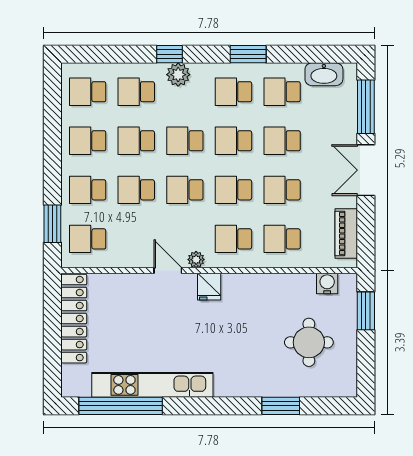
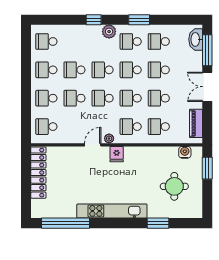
washbasin: (324, 74) -> (196, 39), moved, turned 90
plant: (178, 75) -> (109, 32), moved
school desk: (136, 92) -> (74, 41), removed
window: (52, 224) -> (26, 118), removed
door: (168, 270) -> (93, 145), hinge flipped
kitchen unit: (152, 385) -> (112, 211), moved

